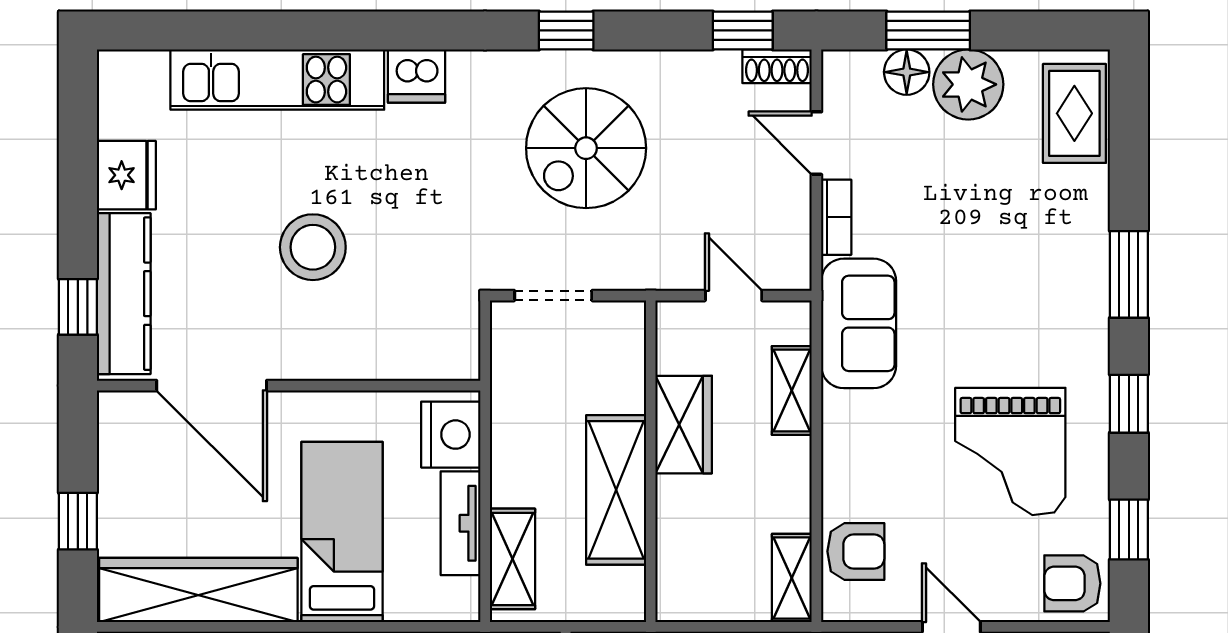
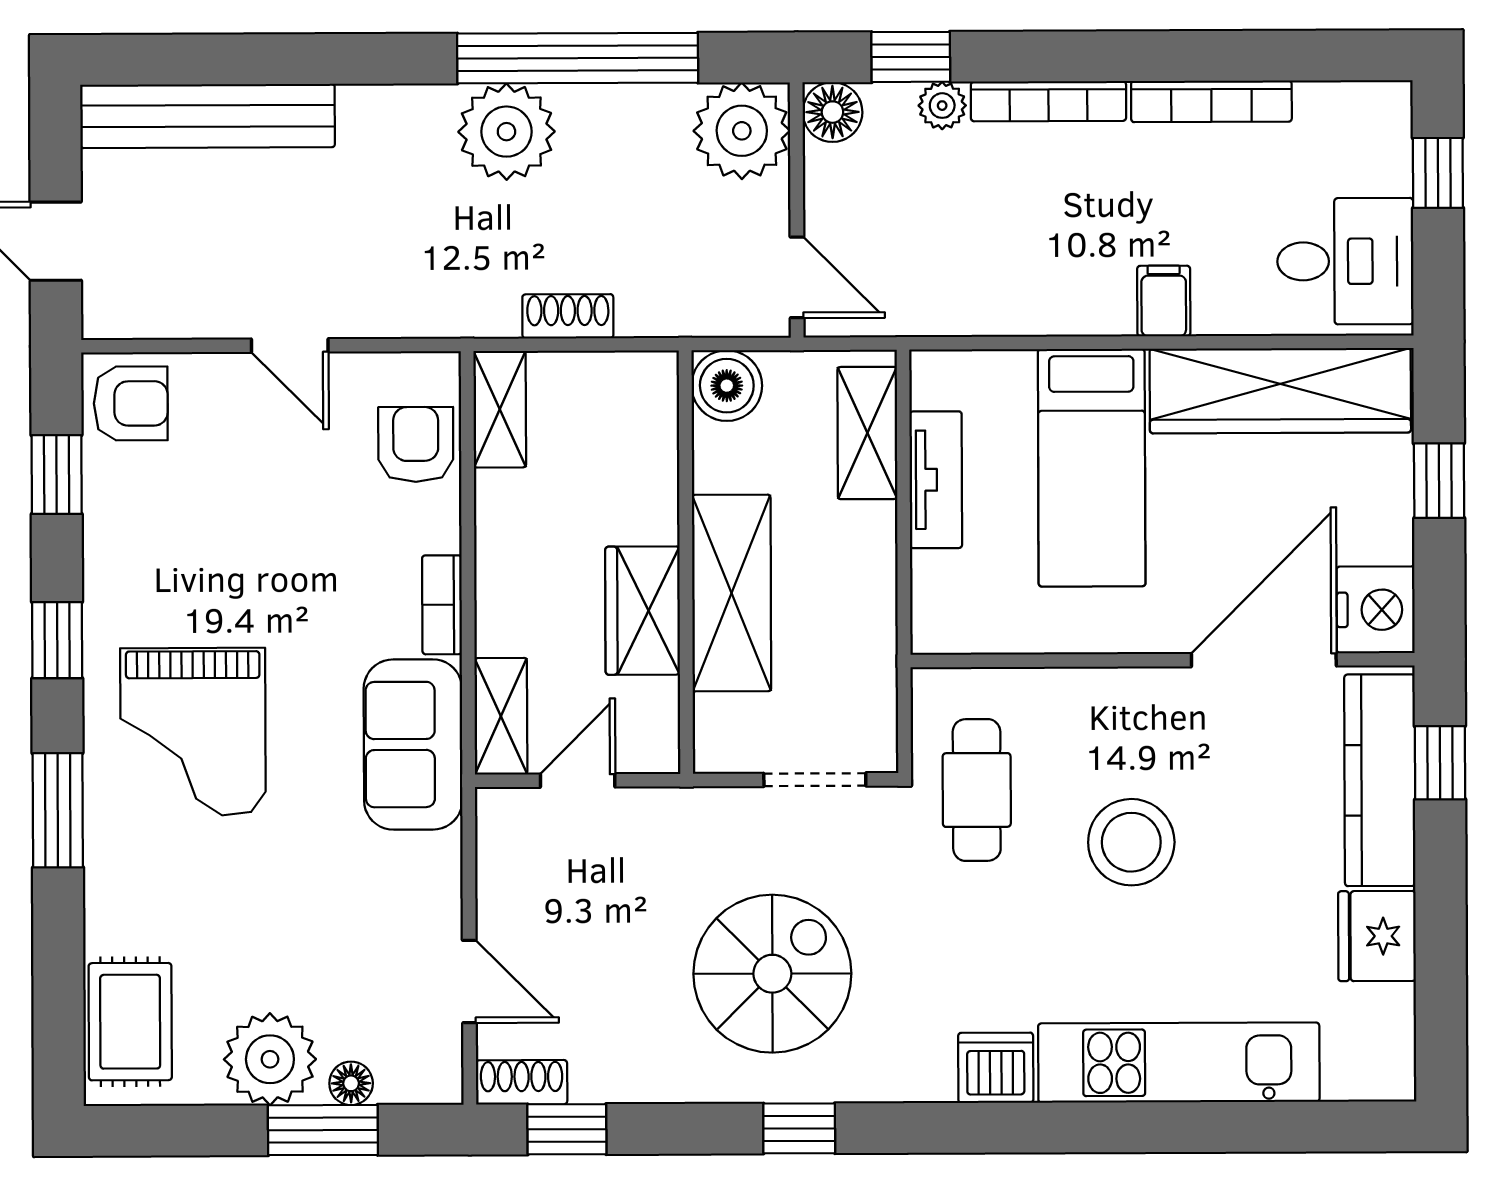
floor lamp: (907, 72) -> (351, 1083), width x0.73, depth x0.73
bookcase: (836, 217) -> (442, 605), moved
cafe table: (430, 287) -> (977, 790), added
door: (734, 296) -> (578, 780), swing flipped
door: (212, 386) -> (1264, 660), hinge flipped
shelving: (792, 390) -> (501, 716), moved
nightstand: (451, 435) -> (1376, 610), moved, turned 180
grand piano: (1010, 451) -> (193, 732), moved, turned 180
shelving: (616, 490) -> (731, 593), moved
armchair: (856, 551) -> (416, 444), turned 90
boiler: (619, 595) -> (727, 386), added

